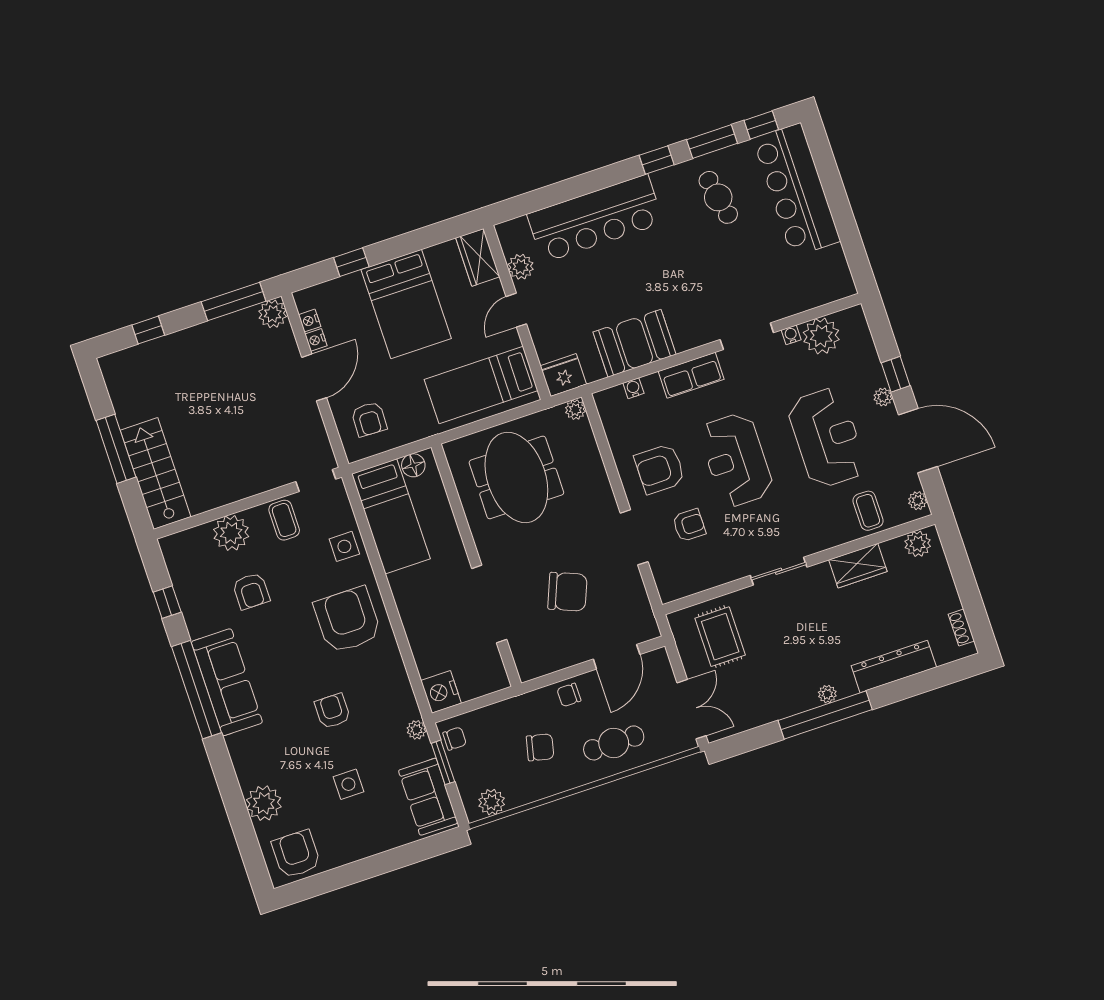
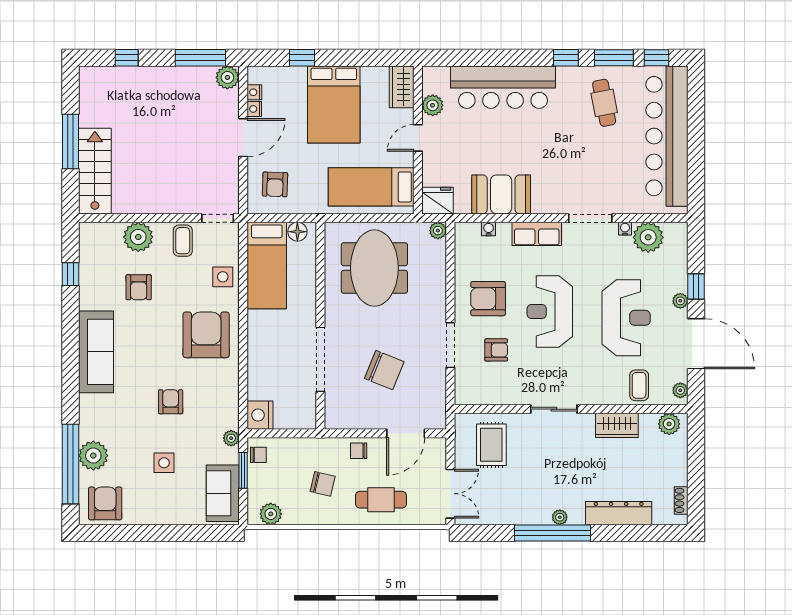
bar counter: (797, 190) -> (667, 136), width x1.36
window: (196, 690) -> (71, 464), moved

